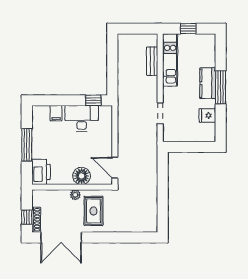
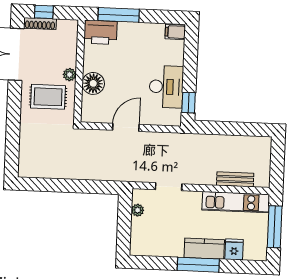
window: (188, 29) -> (275, 227), width x2.17
filing cabinet: (56, 113) -> (175, 32), moved
fridge: (207, 115) -> (234, 249), moved
plant: (180, 137) -> (138, 210), added
window: (27, 145) -> (119, 15), moved
door: (115, 168) -> (126, 127), moved

